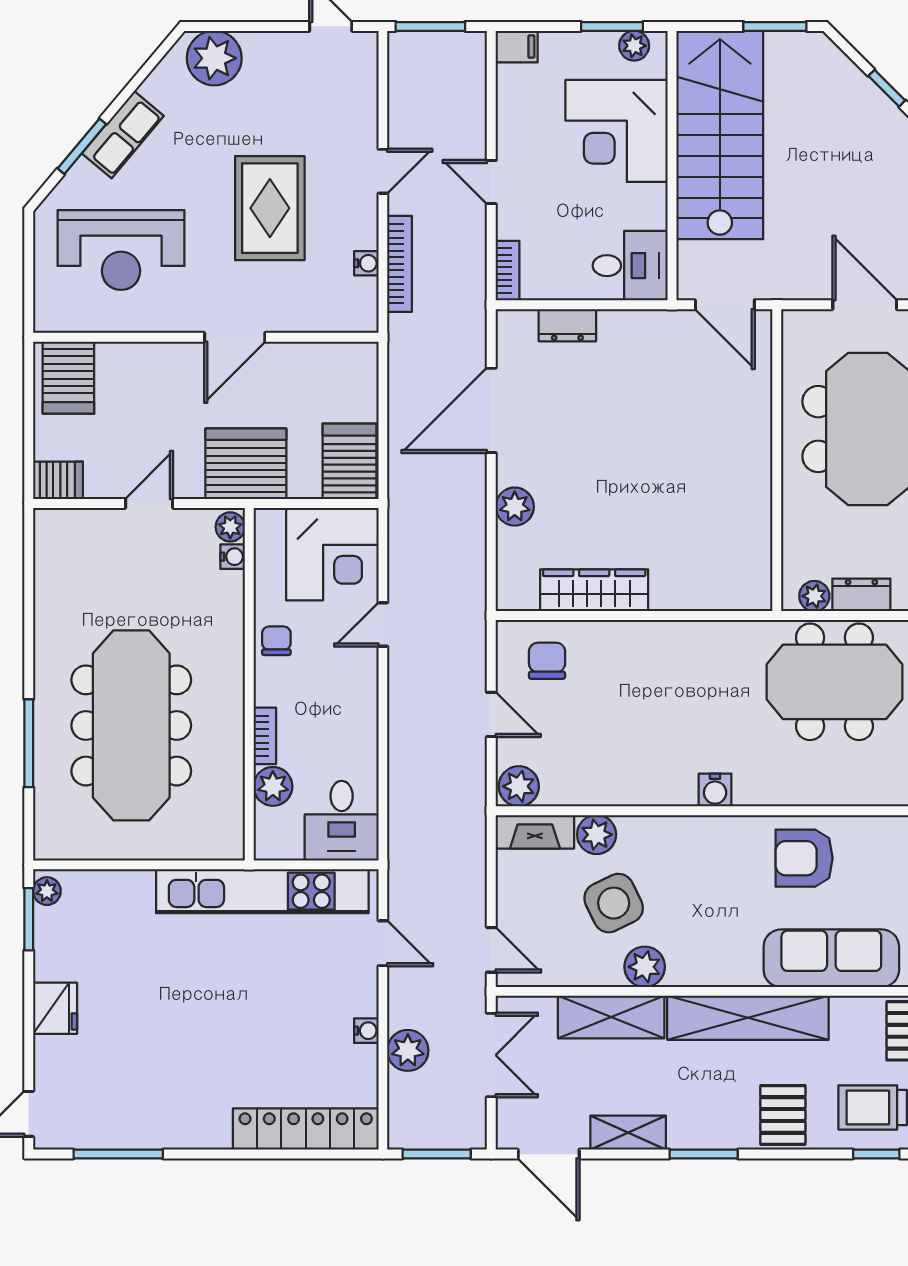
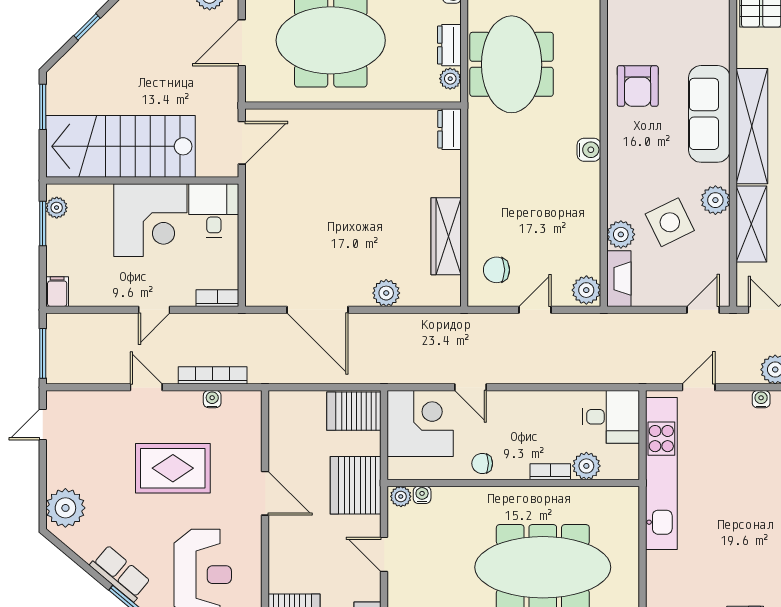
corner desk: (617, 131) -> (150, 220), moved
dresser: (567, 325) -> (449, 129), moved, turned 180
sofa: (831, 958) -> (709, 114), moved

